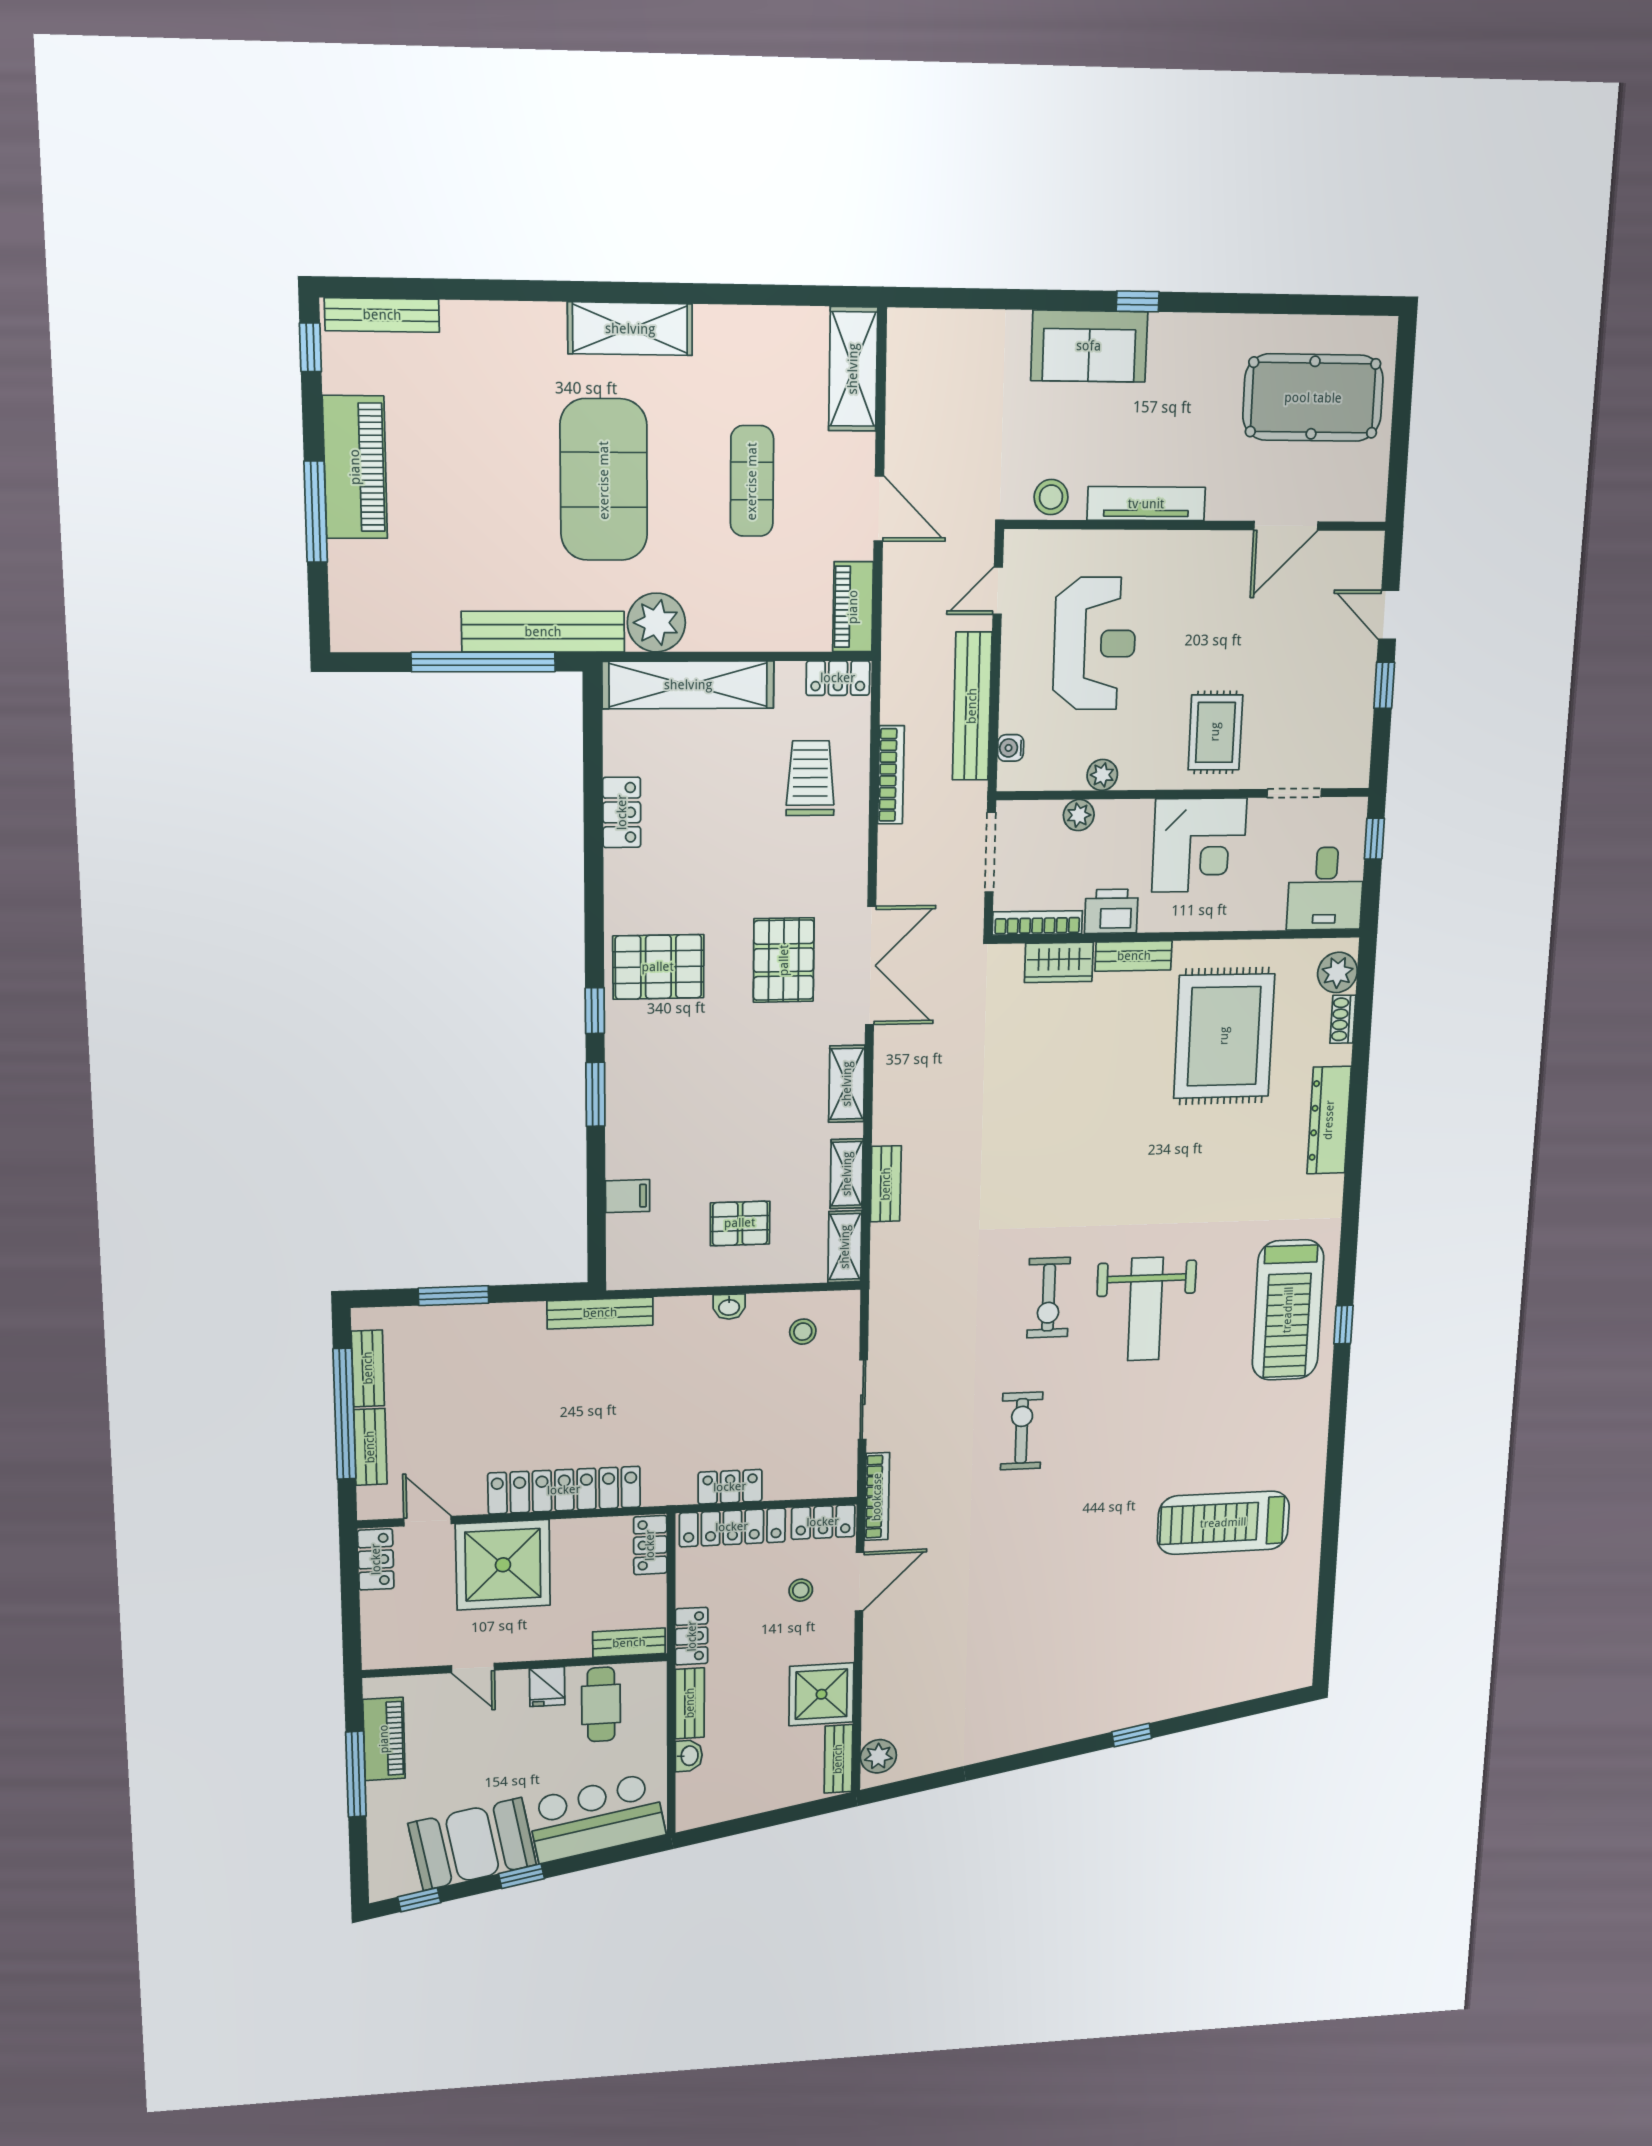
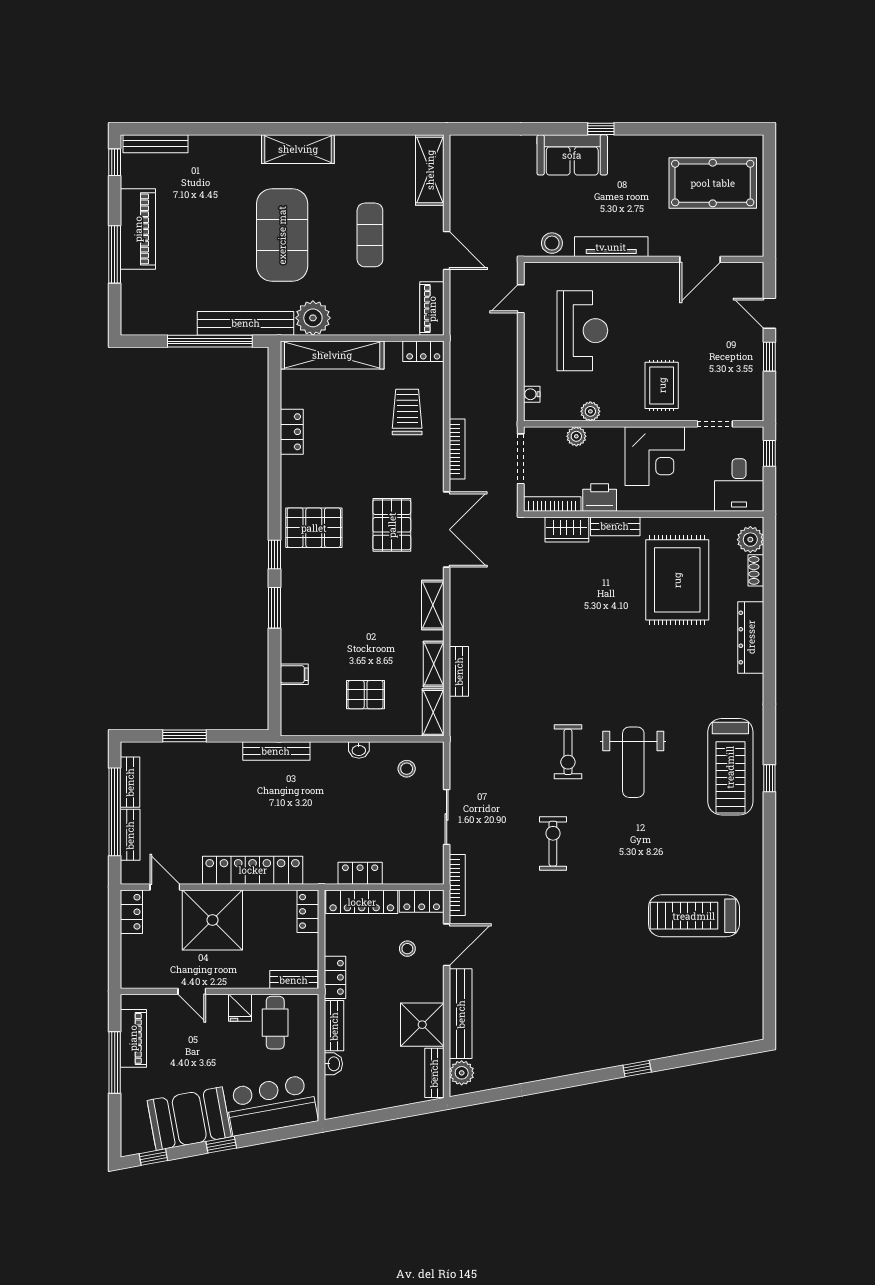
bench: (972, 706) -> (461, 1014), moved
bookcase: (891, 775) -> (457, 449), moved

